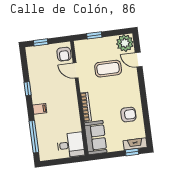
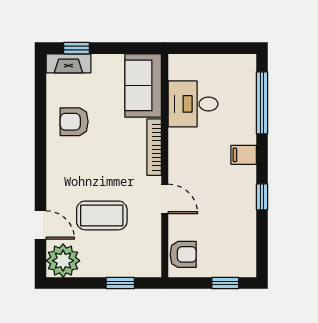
armchair: (64, 54) -> (183, 254), turned 90
door: (76, 70) -> (165, 199), moved
desk: (71, 145) -> (193, 104), moved

